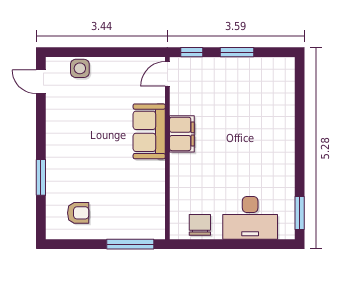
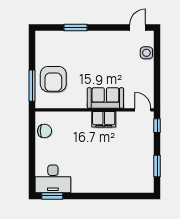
window: (237, 52) -> (157, 166), moved
armchair: (78, 213) -> (53, 79), moved, width x1.88, depth x1.88
desk: (250, 218) -> (53, 179), moved, turned -90

